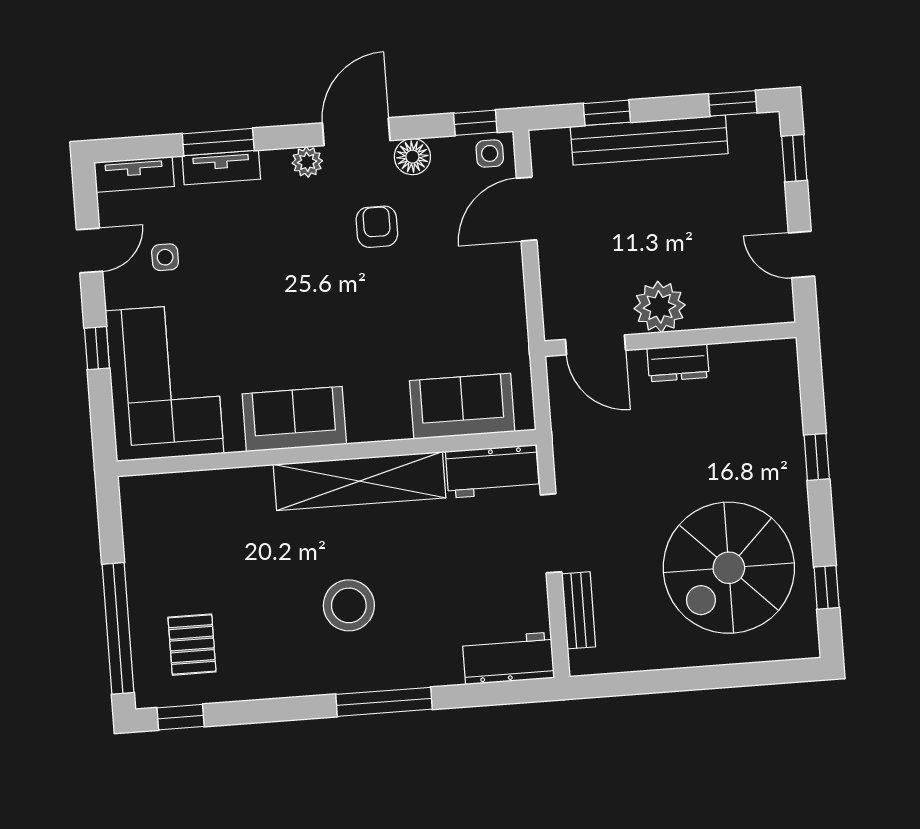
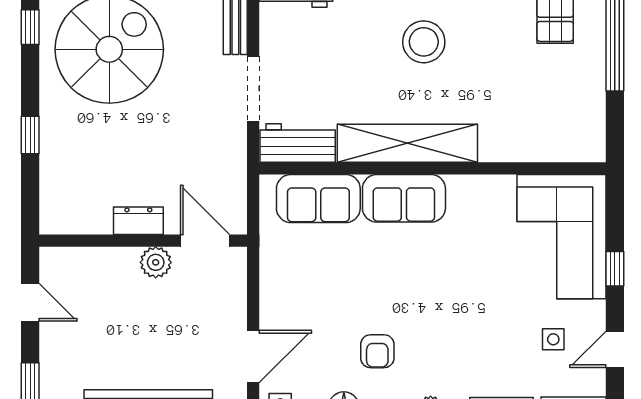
plant: (660, 307) -> (156, 262), width x0.73, depth x0.73
sofa: (294, 419) -> (404, 198), moved

